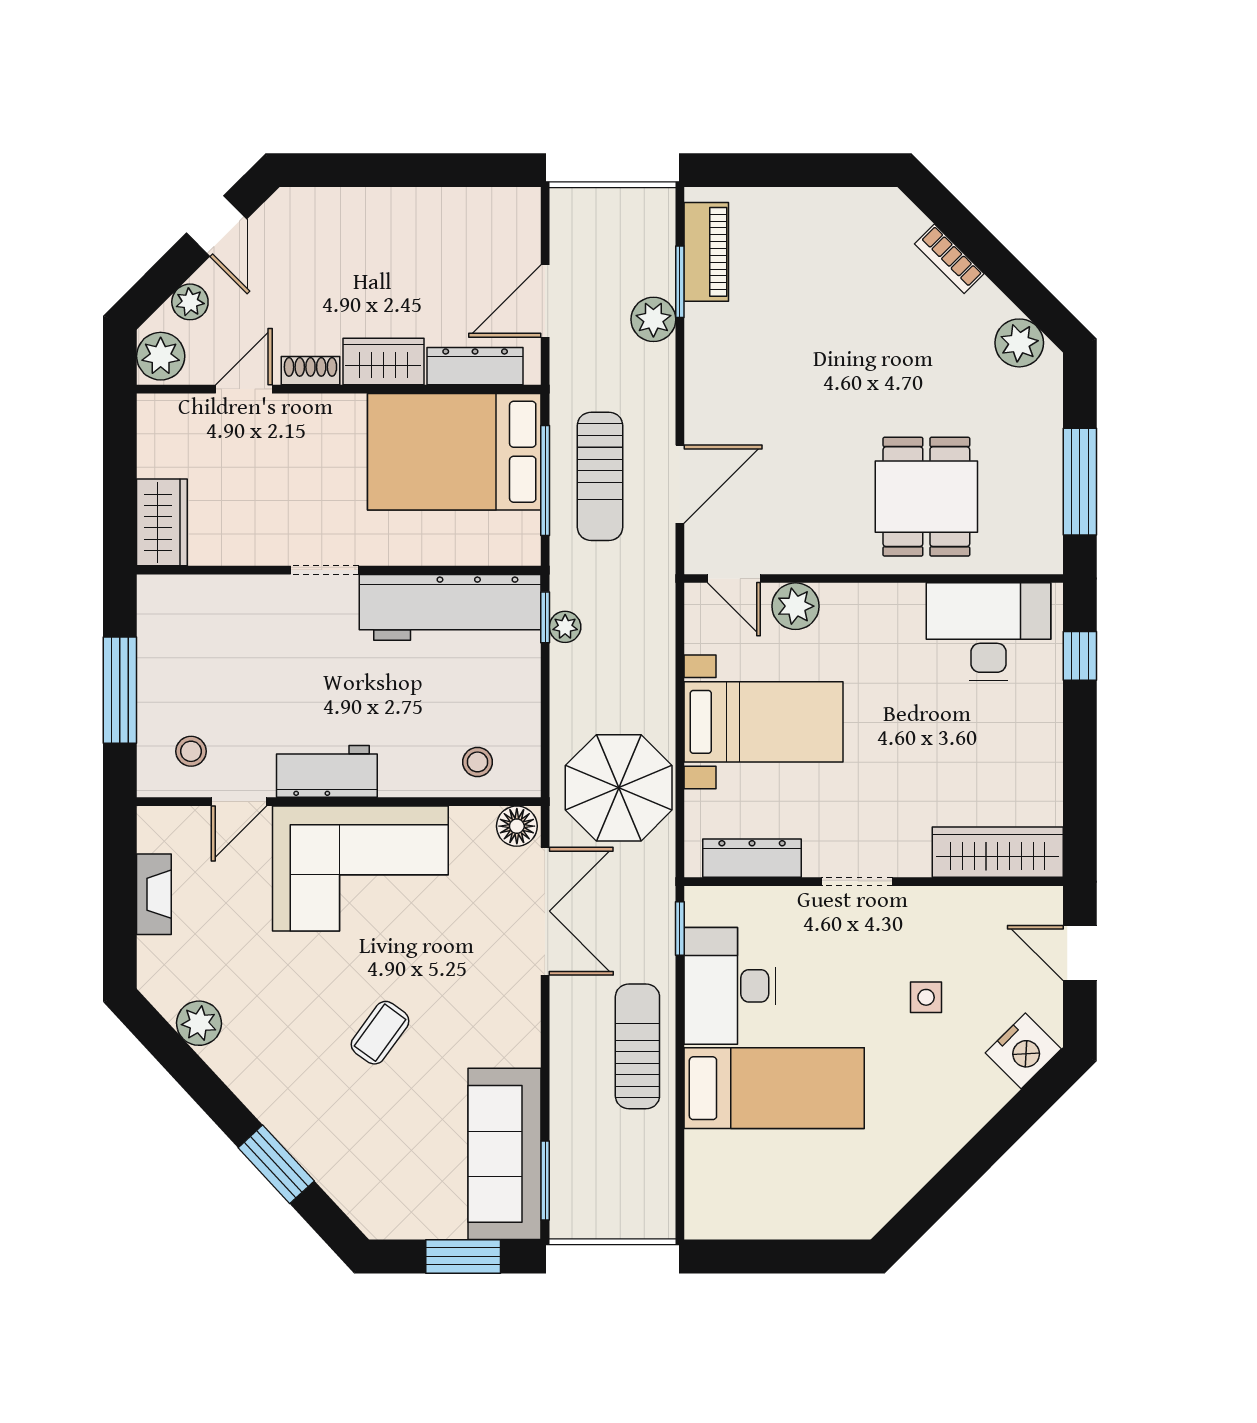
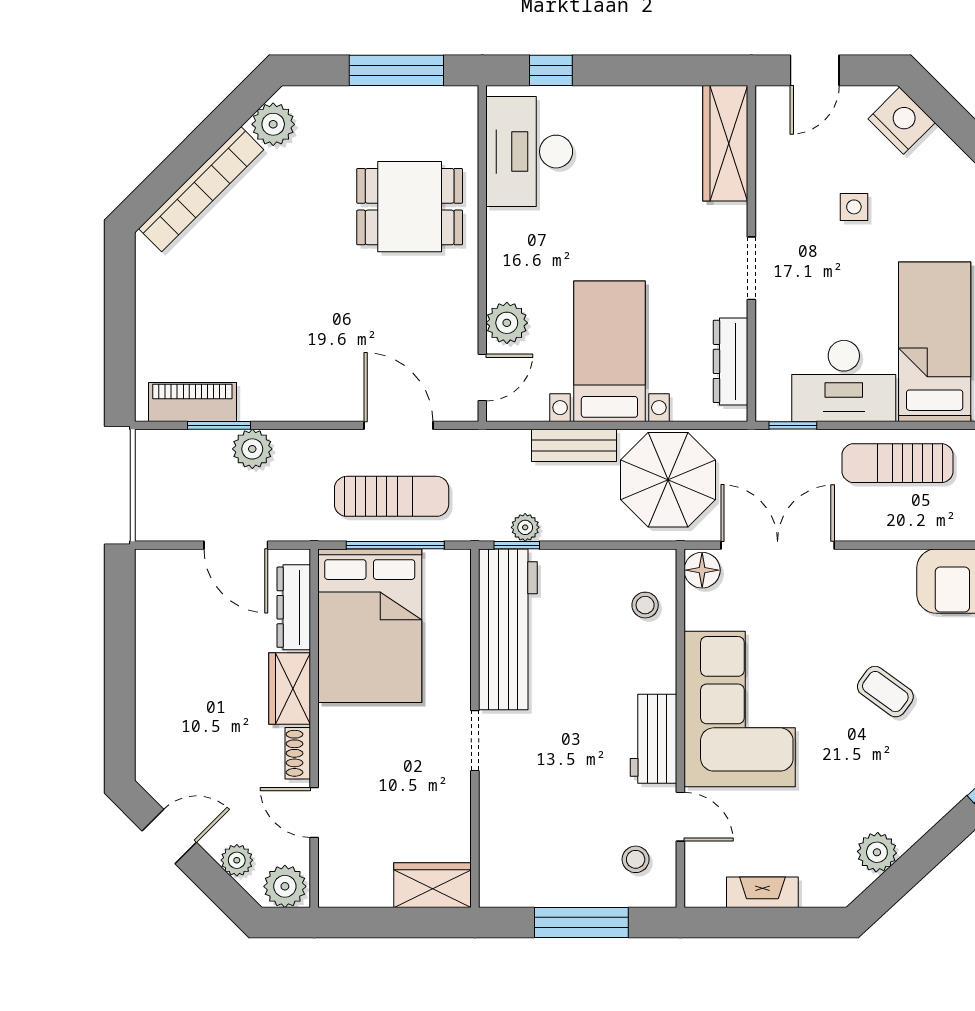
bookcase: (949, 259) -> (201, 189), width x2.31, depth x1.31
bench: (657, 682) -> (574, 445), added

